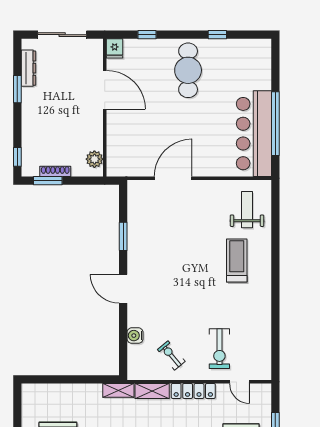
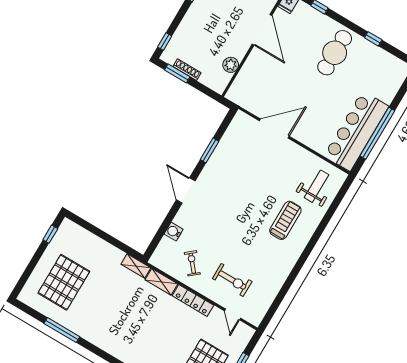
plant: (94, 159) -> (231, 65), moved
exercise bike: (219, 349) -> (232, 280), turned -90
window: (17, 409) -> (50, 234), added

